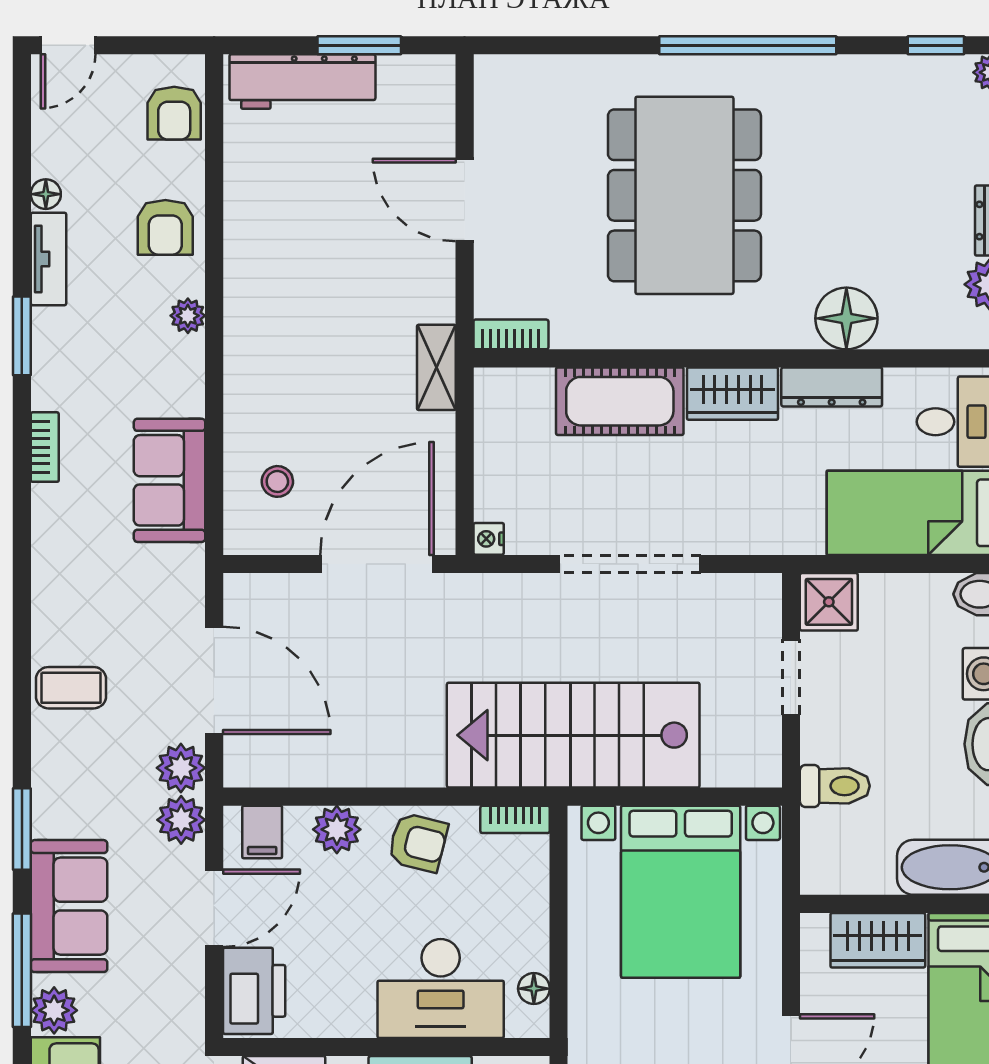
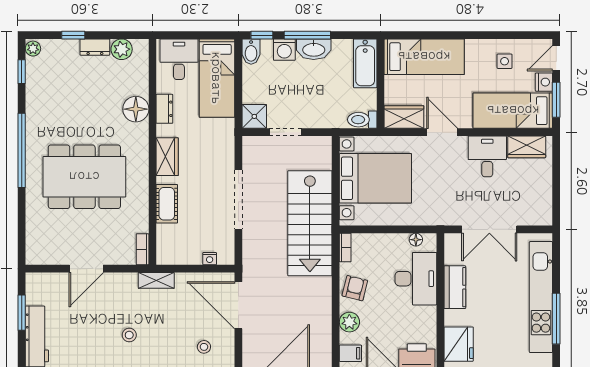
stool: (306, 303) -> (129, 335), added
dresser: (832, 387) -> (164, 109), width x0.70
cot: (620, 401) -> (167, 204), width x0.73, depth x0.75
nightstand: (489, 539) -> (210, 259), moved
toilet: (835, 786) -> (362, 120), moved, turned -90
wardrobe: (878, 940) -> (404, 117), moved, turned -90

